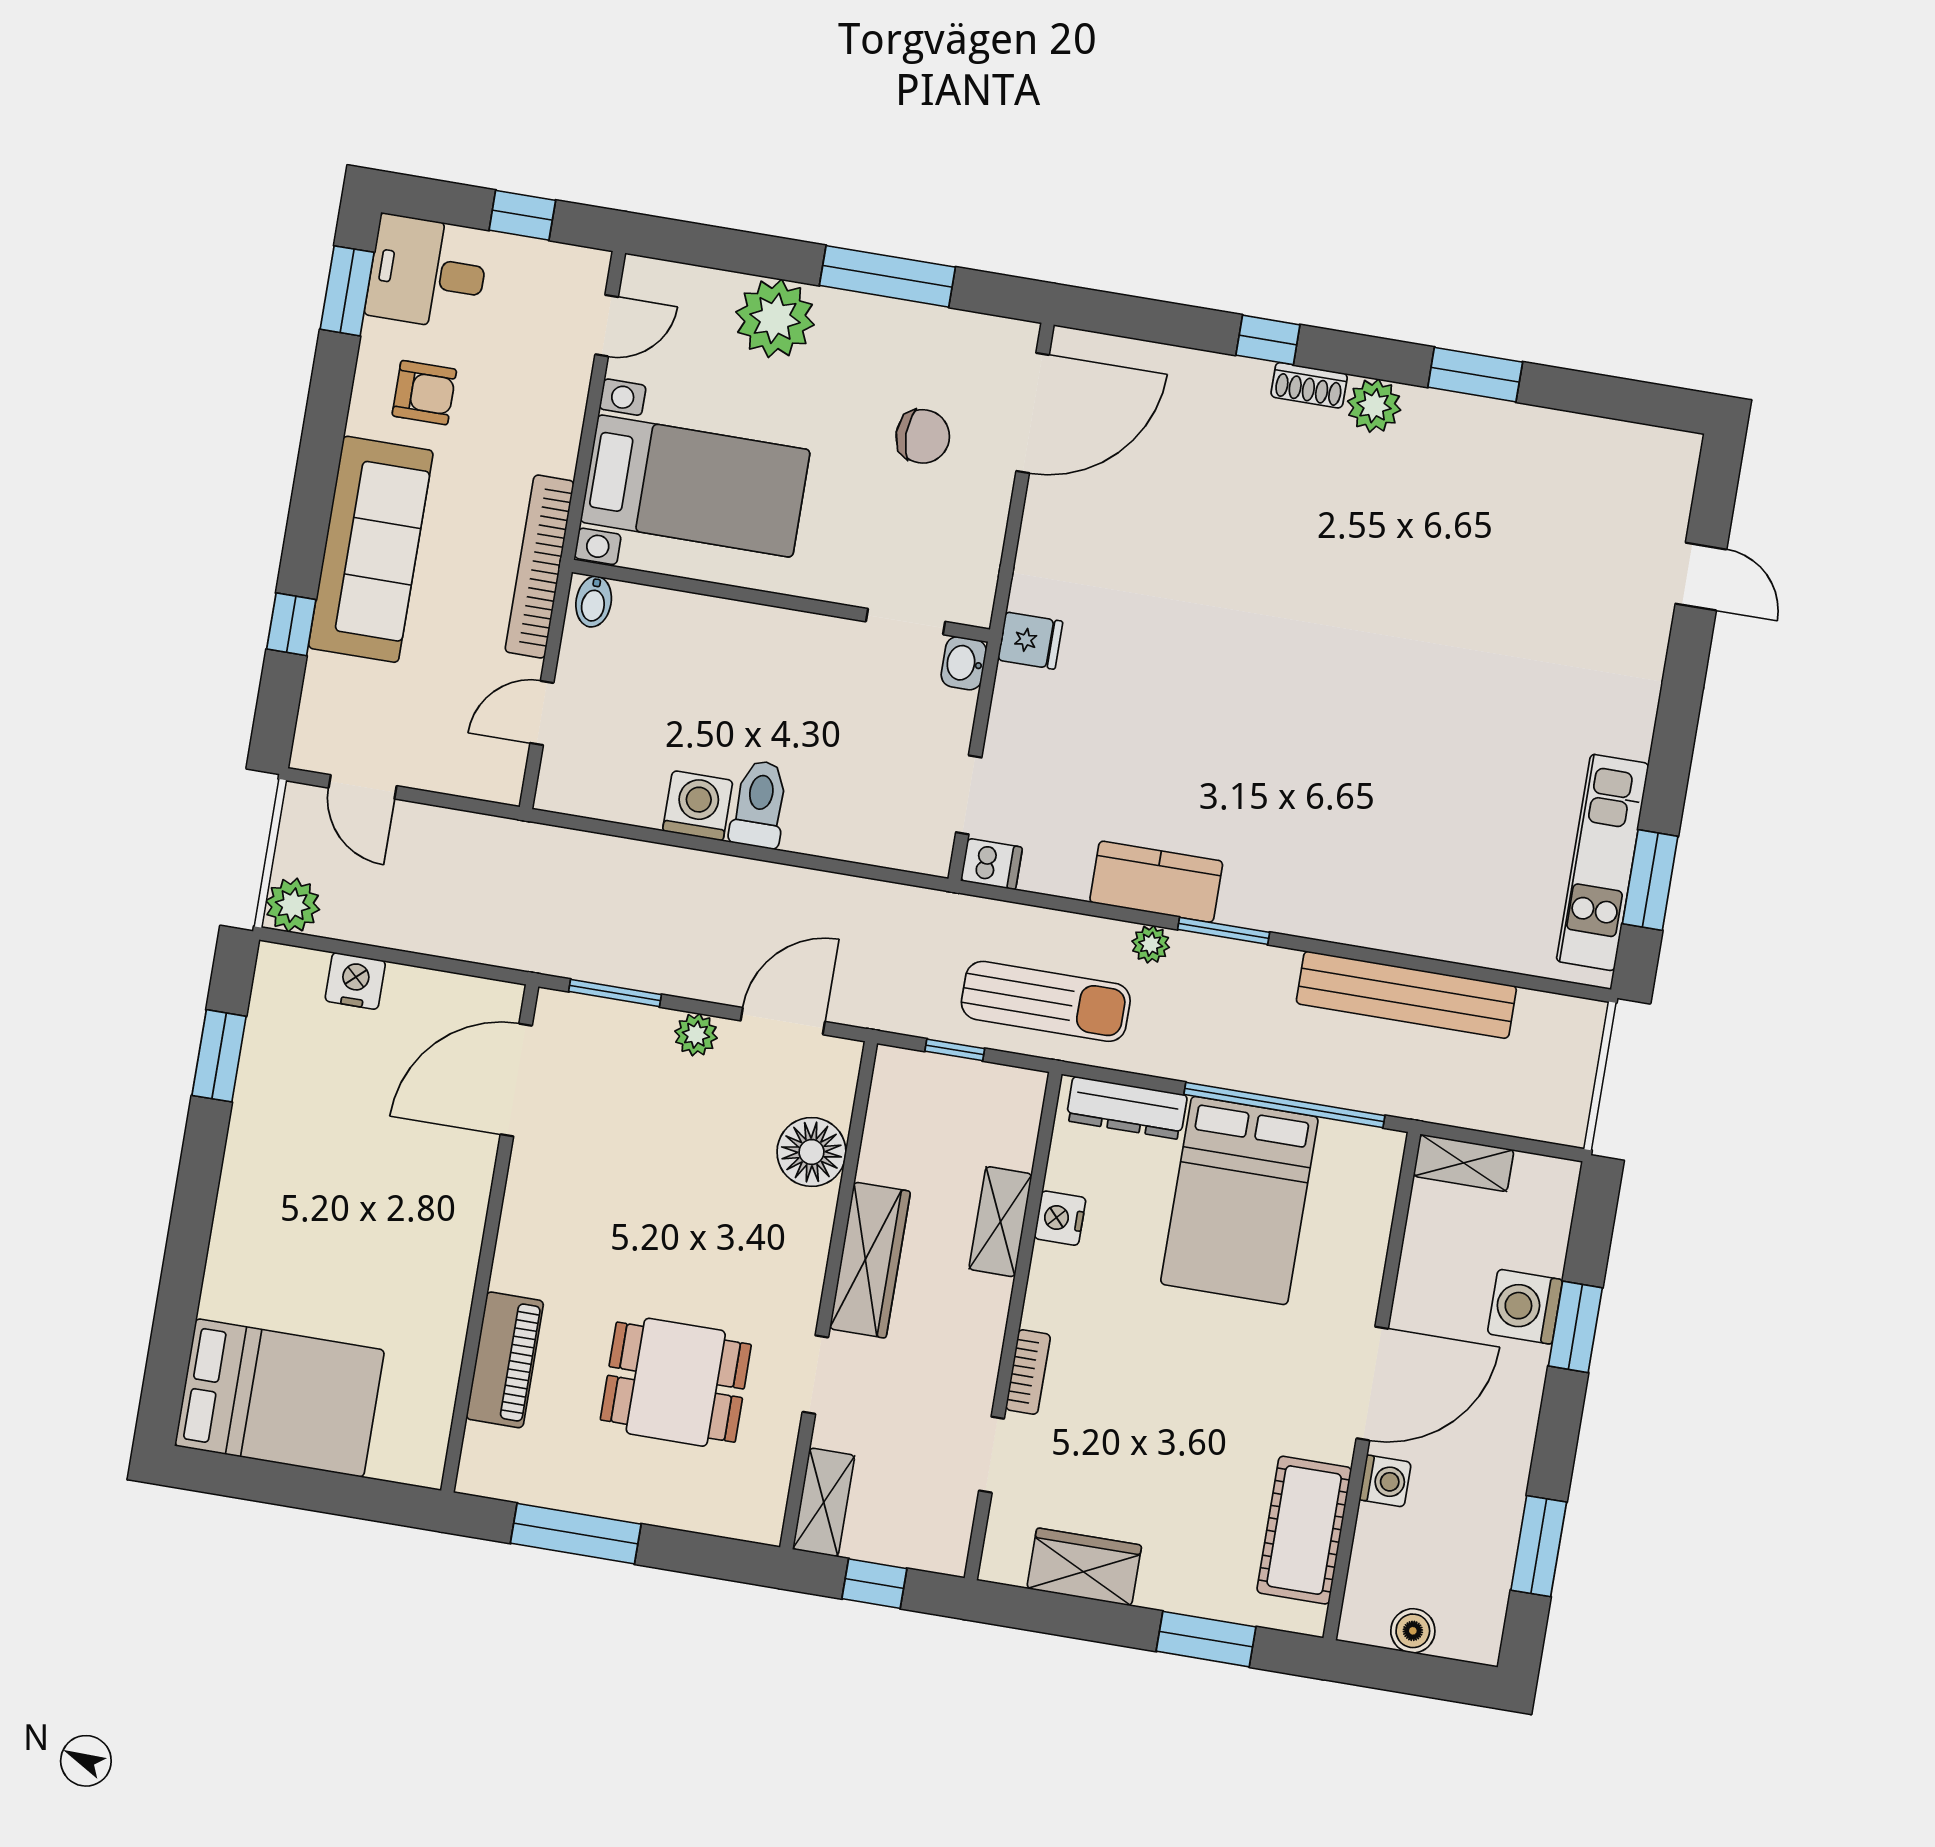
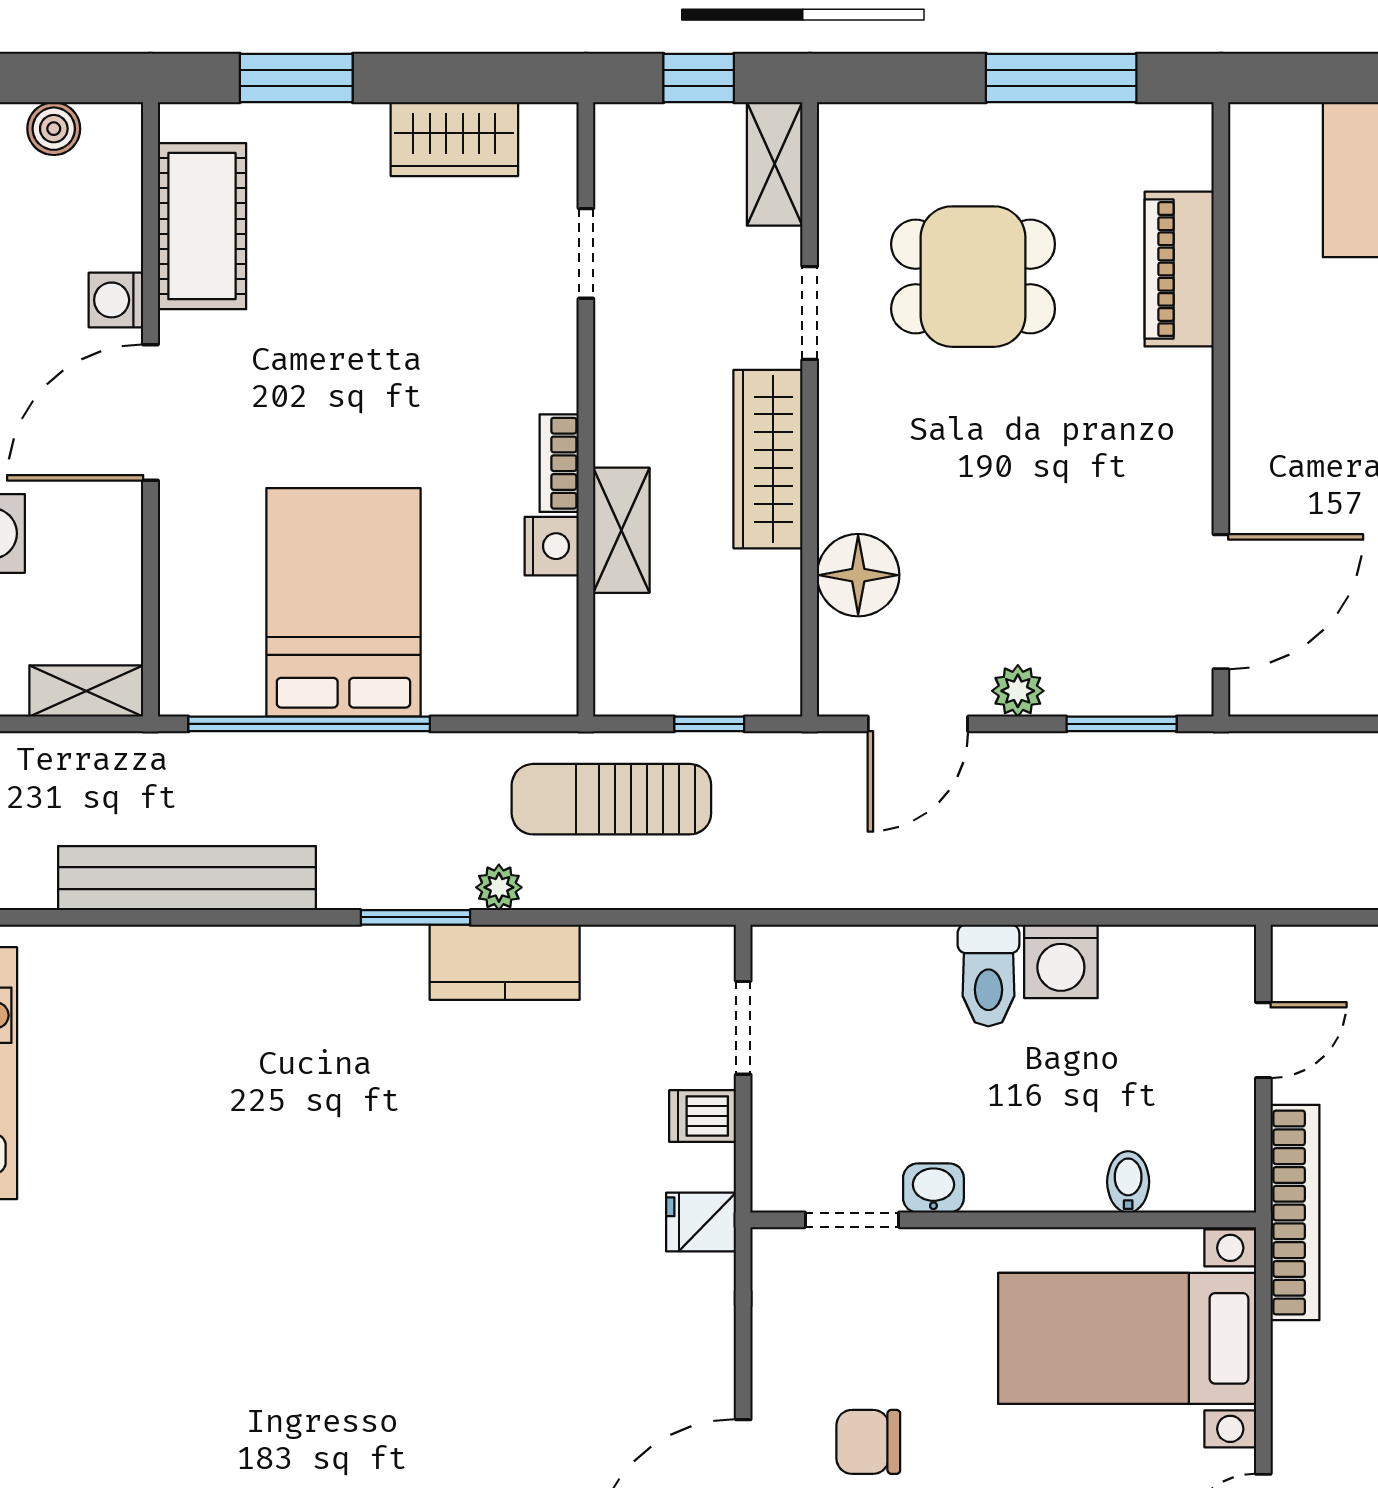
bidet: (594, 602) -> (1128, 1182), moved
washbasin: (964, 663) -> (933, 1188), moved, turned -90
dishwasher: (992, 864) -> (703, 1116), moved
dresser: (1127, 1108) -> (495, 689), removed
bookcase: (1028, 1372) -> (559, 463), moved

